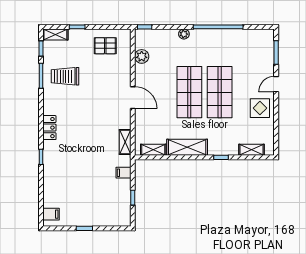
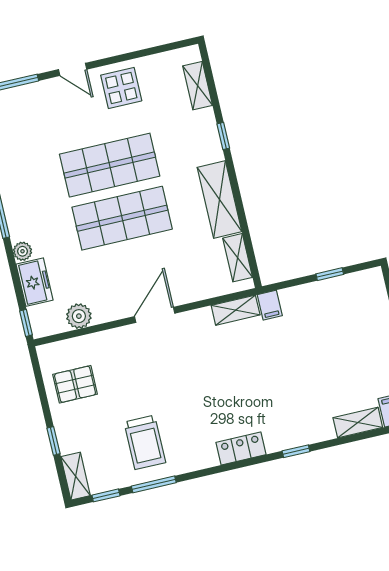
freezer: (166, 37) -> (35, 282), added
pallet: (105, 46) -> (75, 384), turned 90
filing cabinet: (124, 173) -> (270, 305), moved
shelving: (49, 194) -> (358, 423), added

